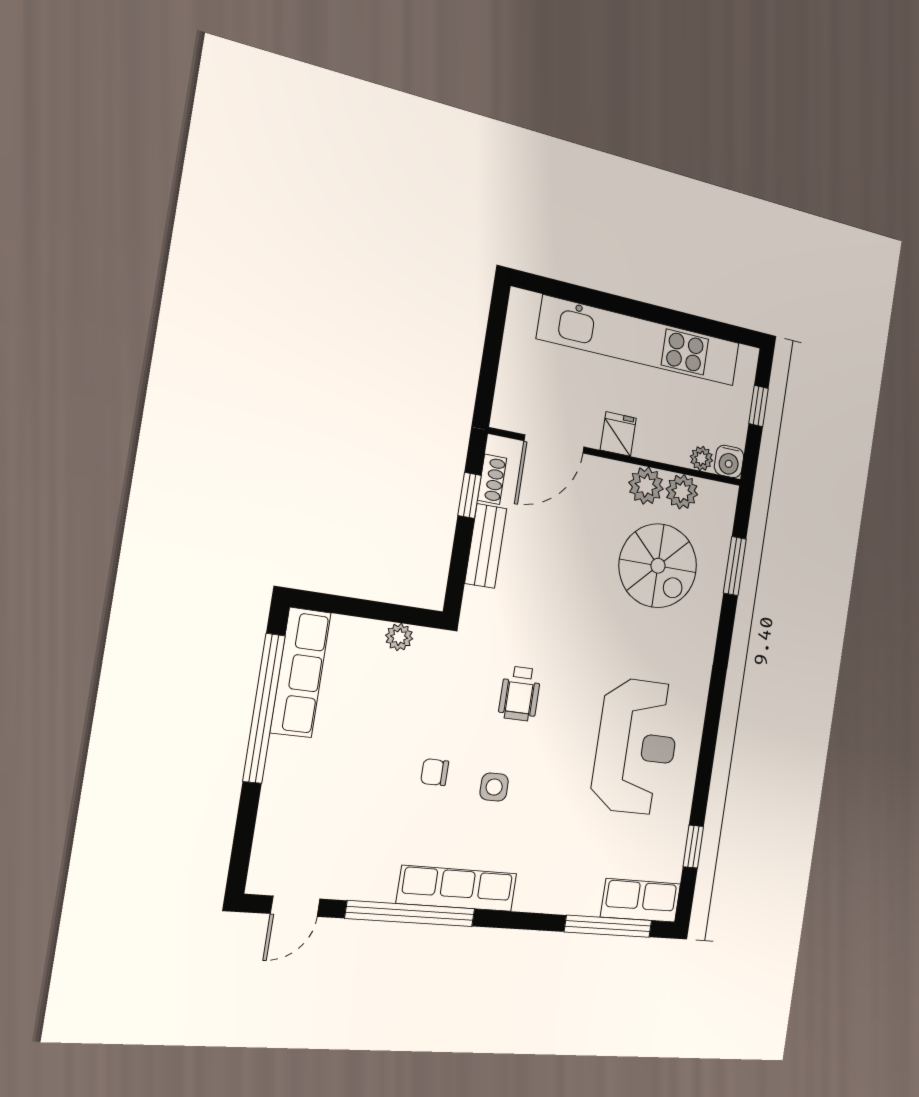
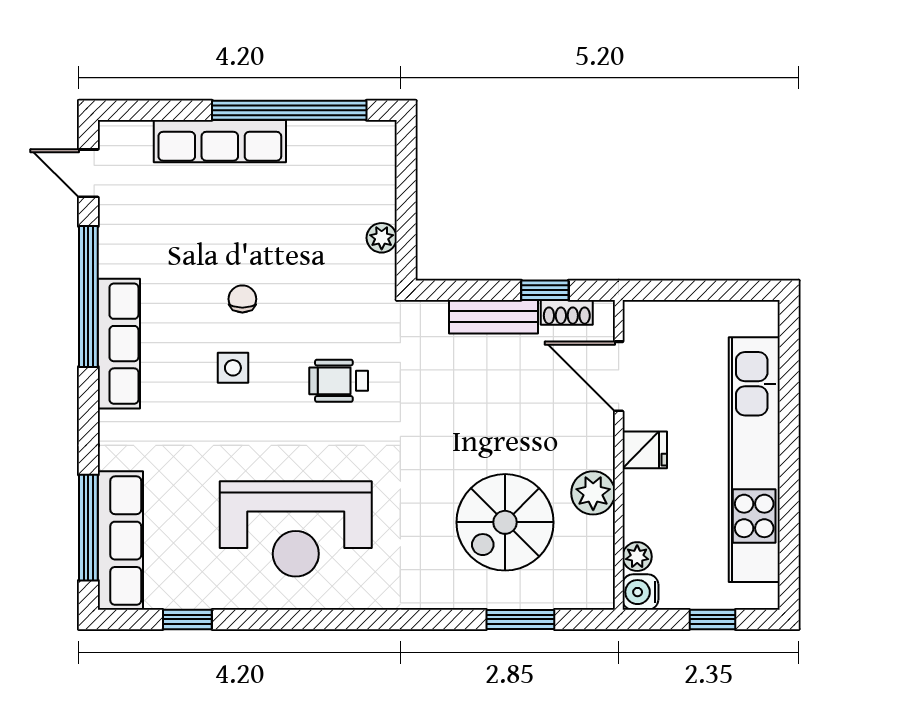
plant: (682, 492) -> (594, 538), removed
row of seats: (300, 673) -> (220, 141), moved
row of seats: (641, 900) -> (120, 541), width x1.48

